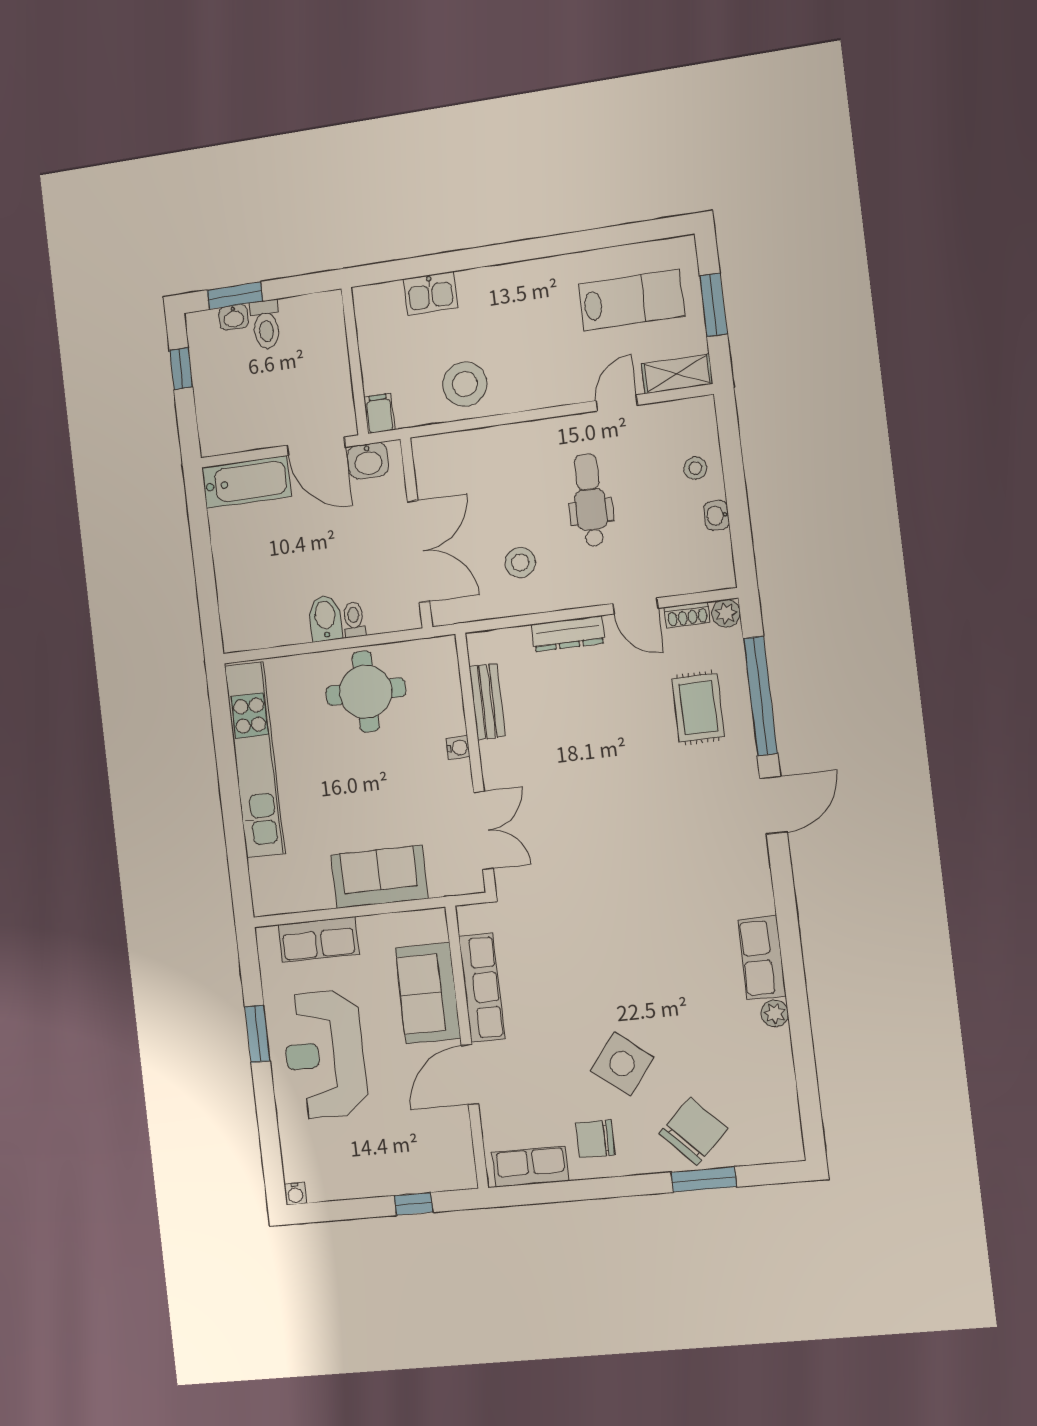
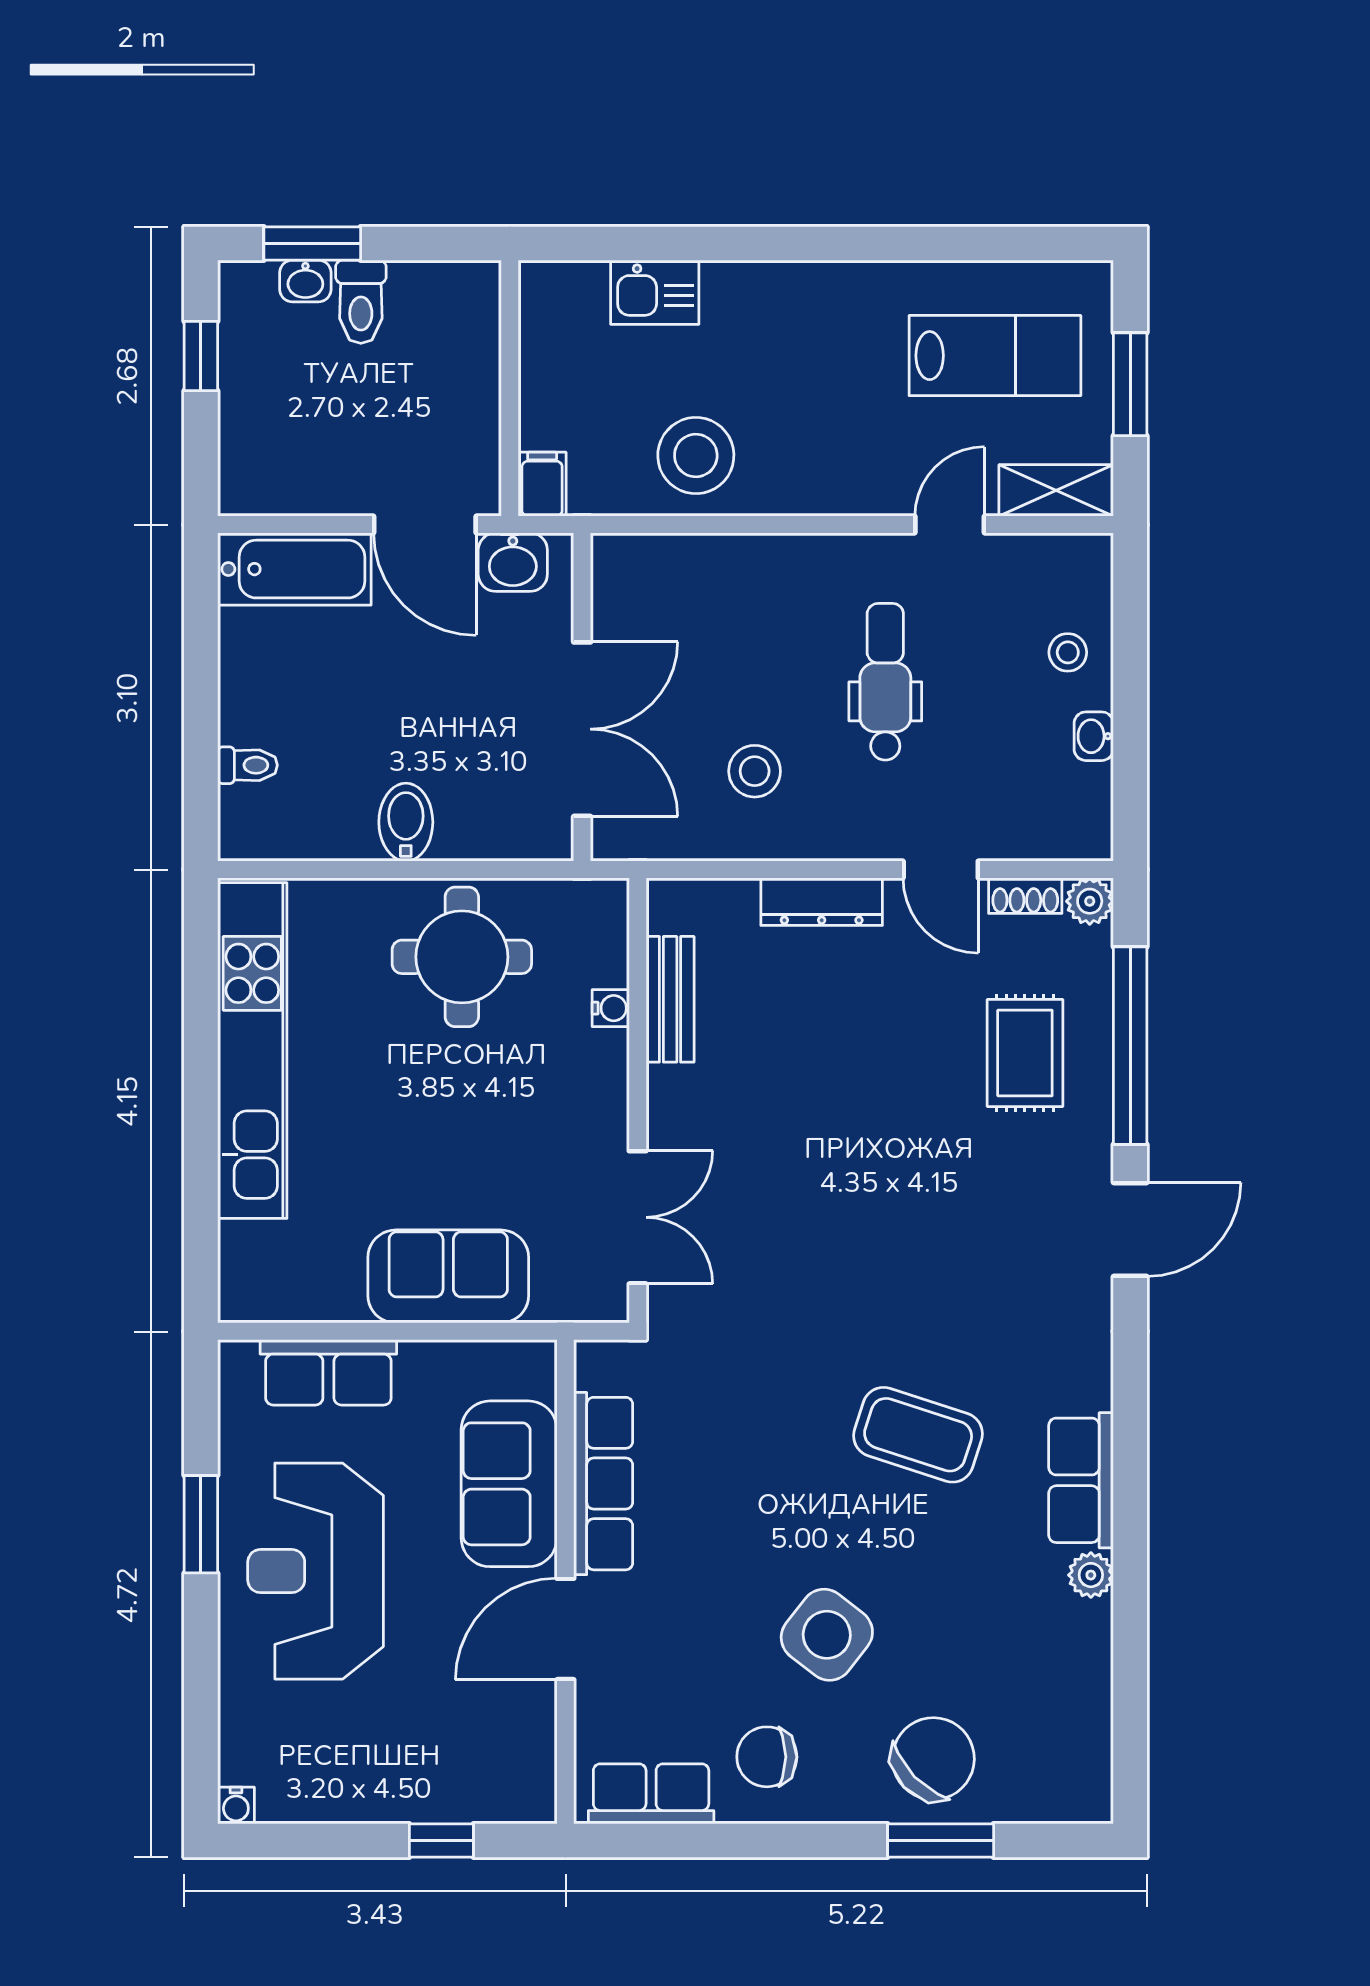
toilet: (354, 620) -> (248, 765), moved, turned 90
water cooler: (458, 748) -> (611, 1008), moved
coffee table: (662, 940) -> (918, 1435), added

